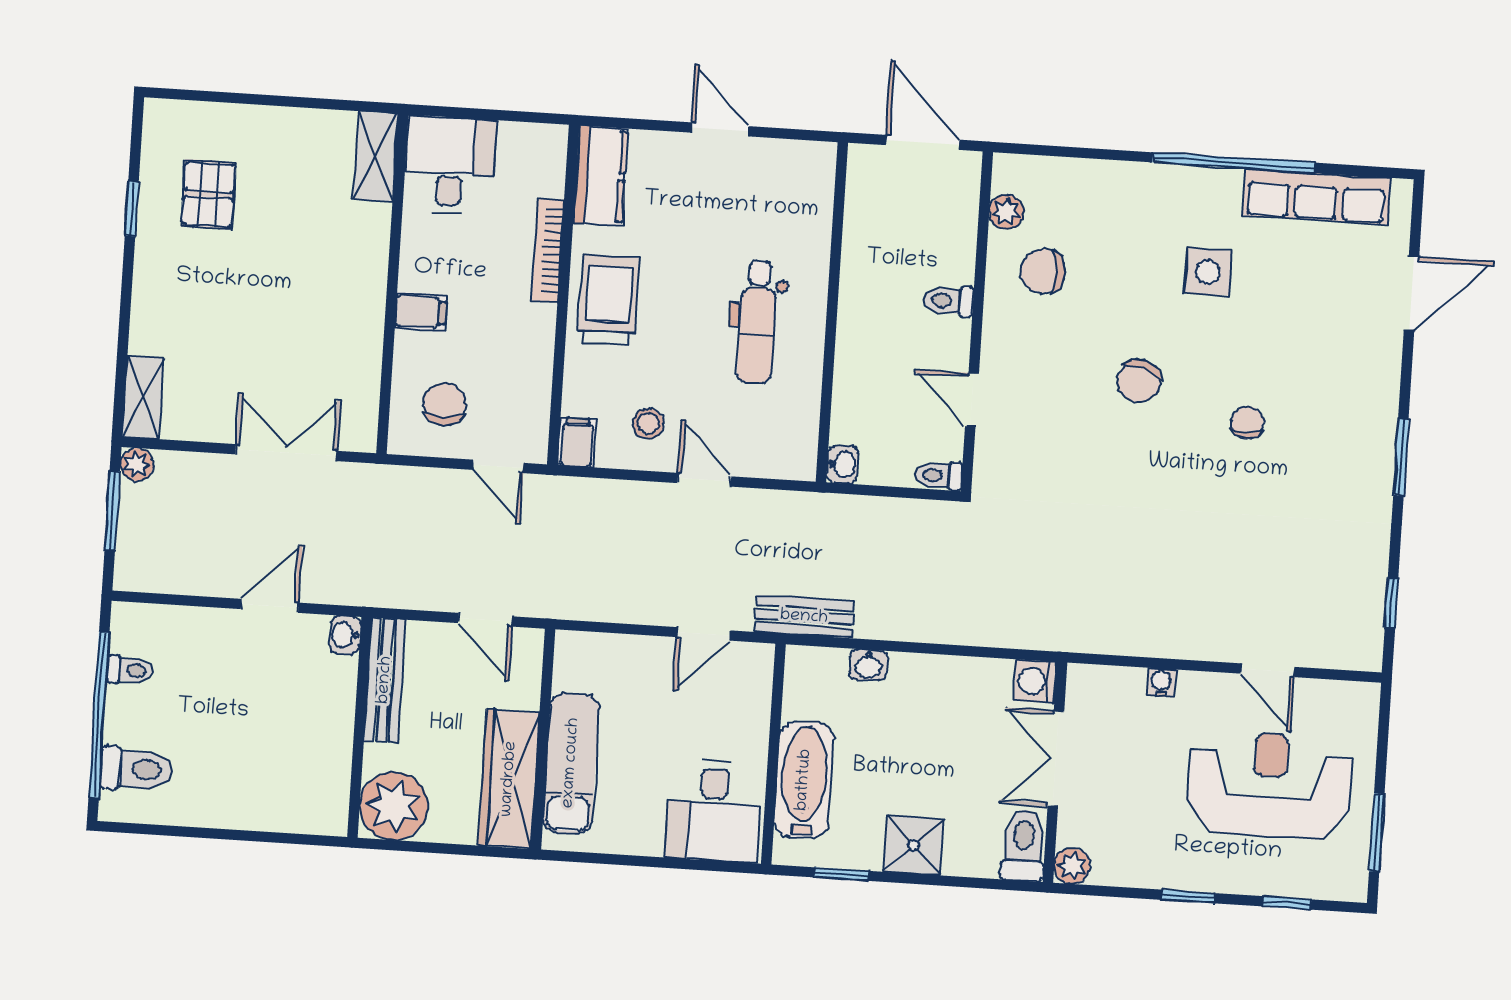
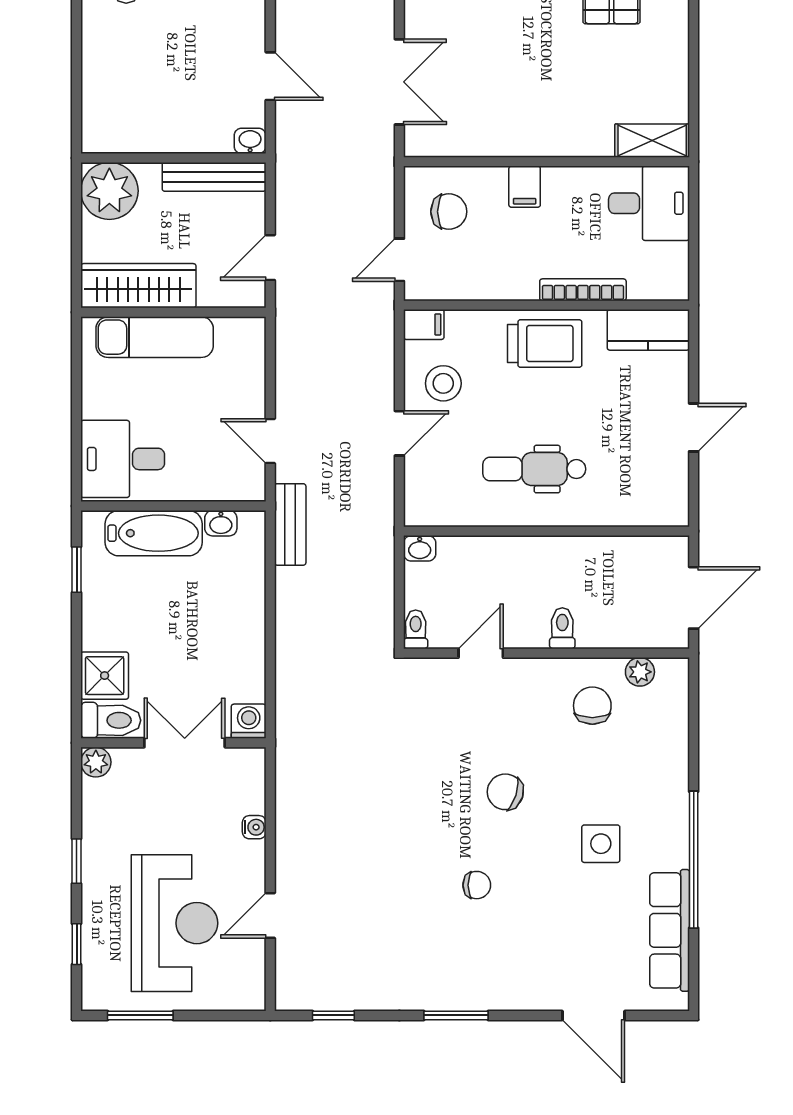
stool: (648, 424) -> (443, 383), width x1.37, depth x1.37
washbasin: (868, 665) -> (221, 523), moved, turned -90
shower: (913, 845) -> (105, 676), moved

